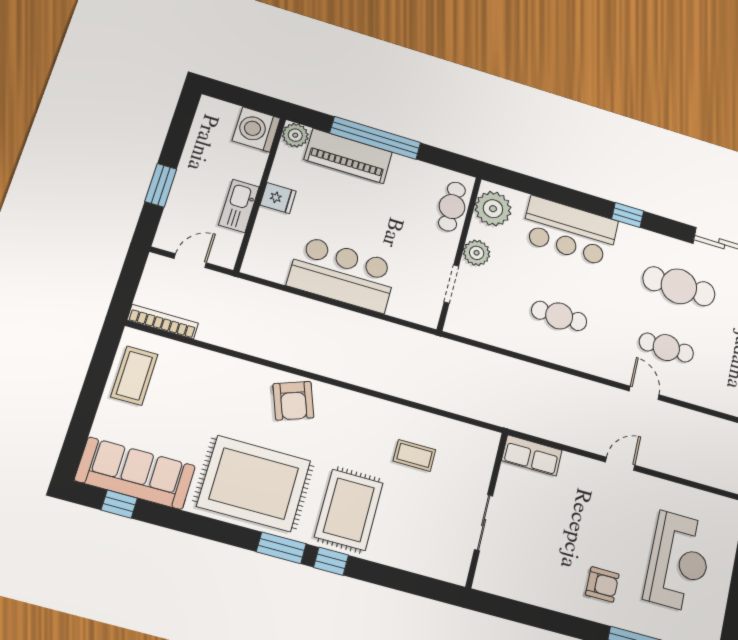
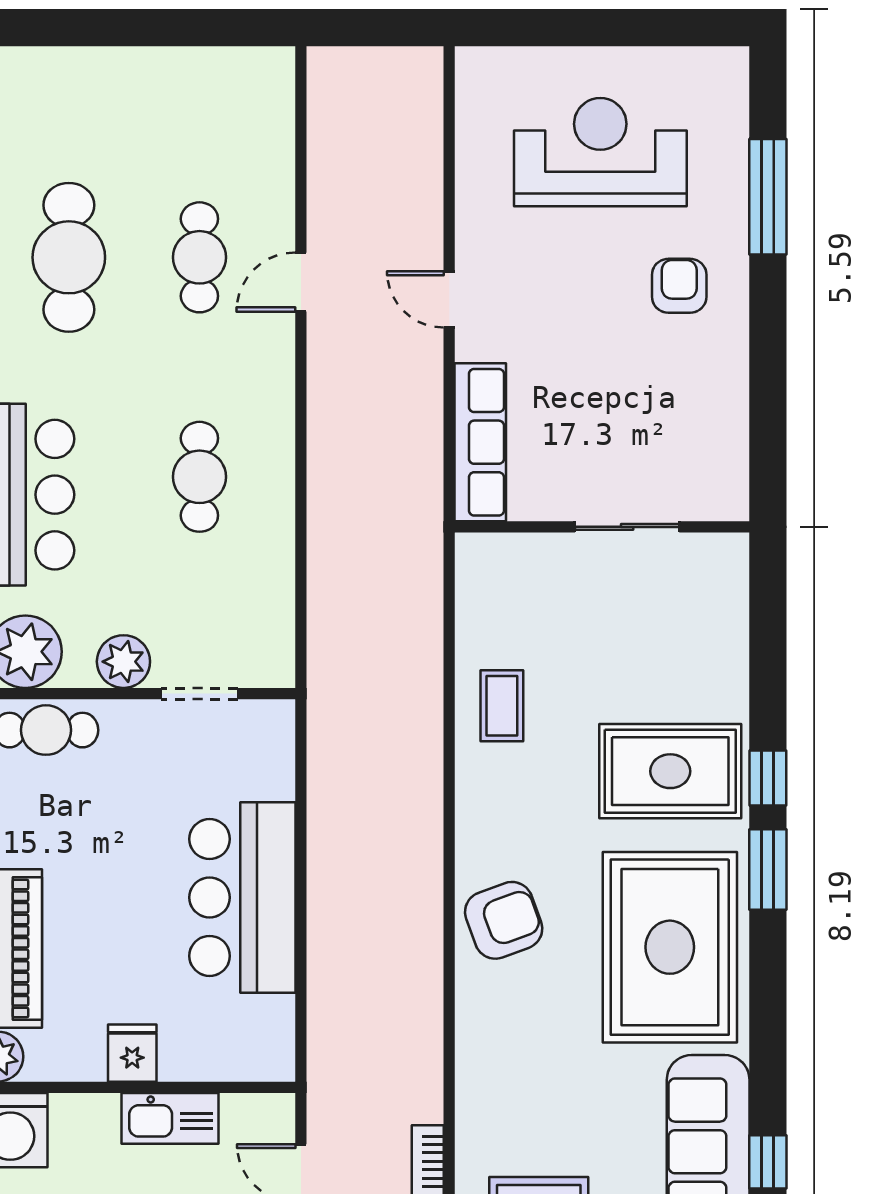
coffee table: (414, 455) -> (502, 706), moved
row of seats: (532, 455) -> (480, 442), width x1.48

